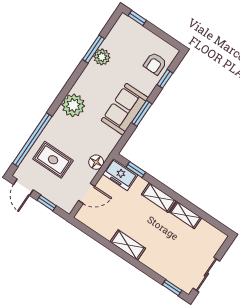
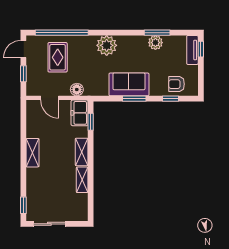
tv unit: (133, 27) -> (192, 50), added

